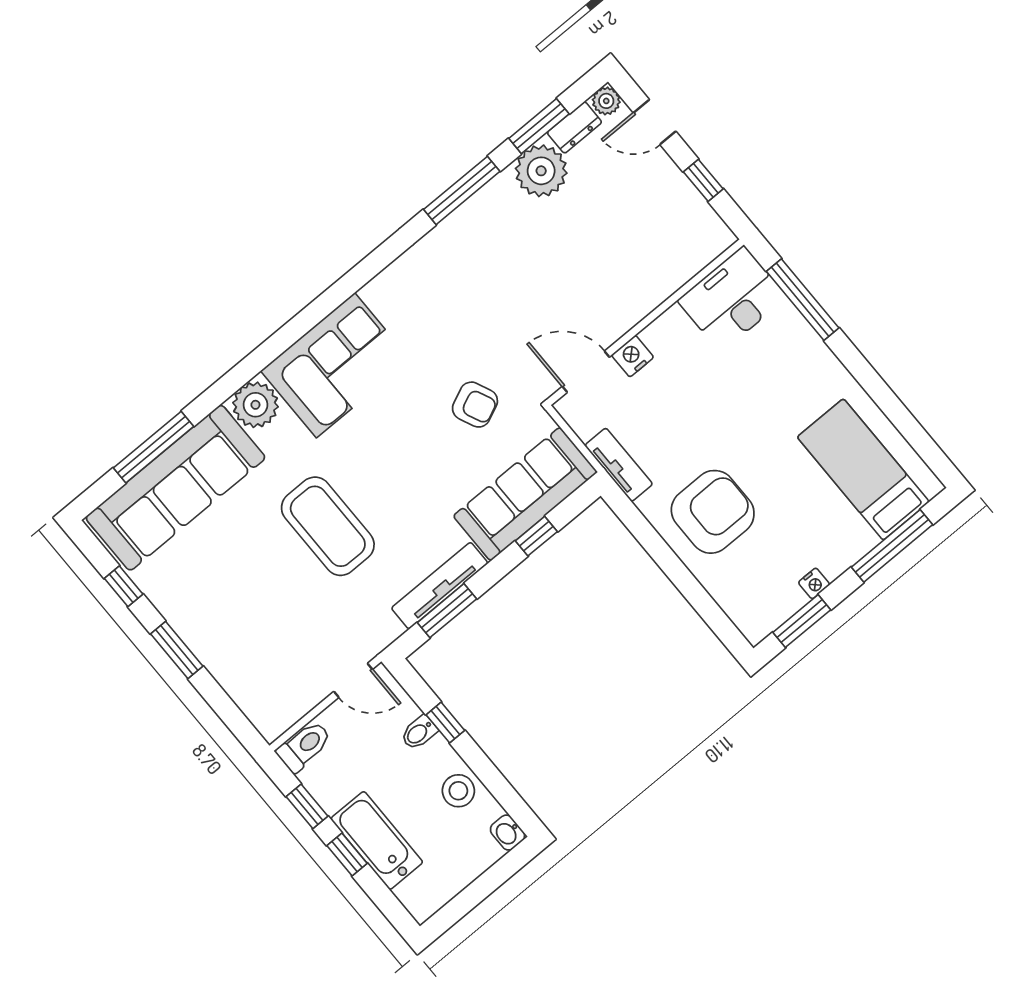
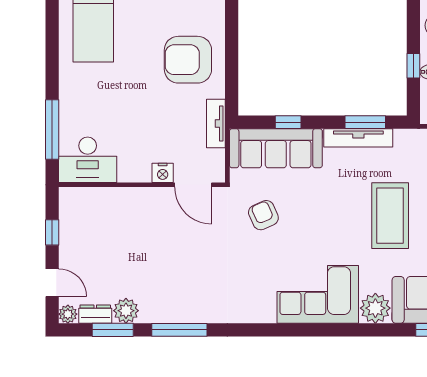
plant: (541, 171) -> (126, 311), width x0.73, depth x0.73

